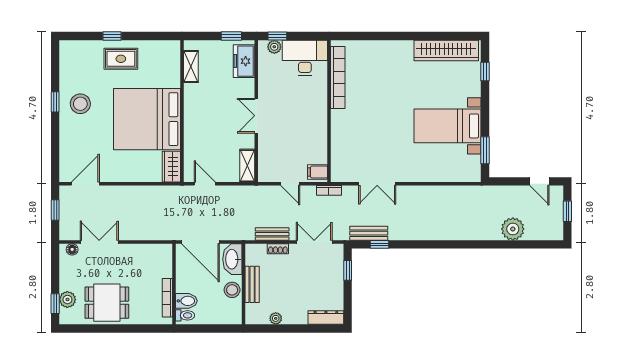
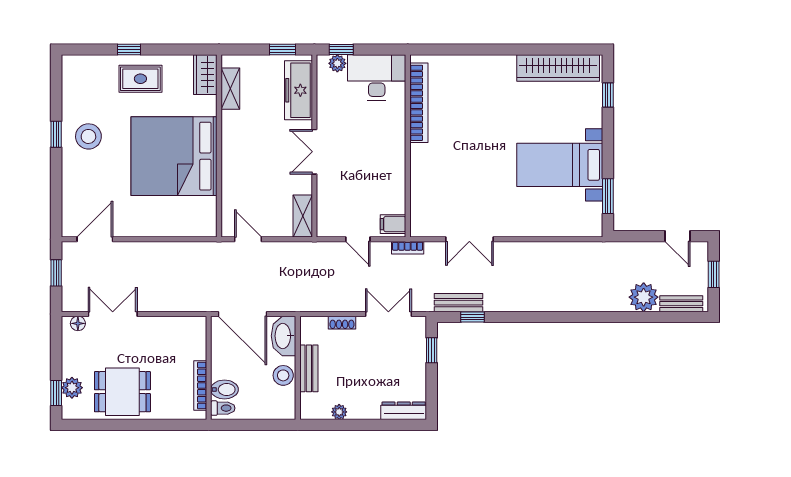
freezer: (244, 61) -> (299, 90), width x1.40
wardrobe: (171, 167) -> (205, 75), moved
bench: (272, 234) -> (681, 304), moved

